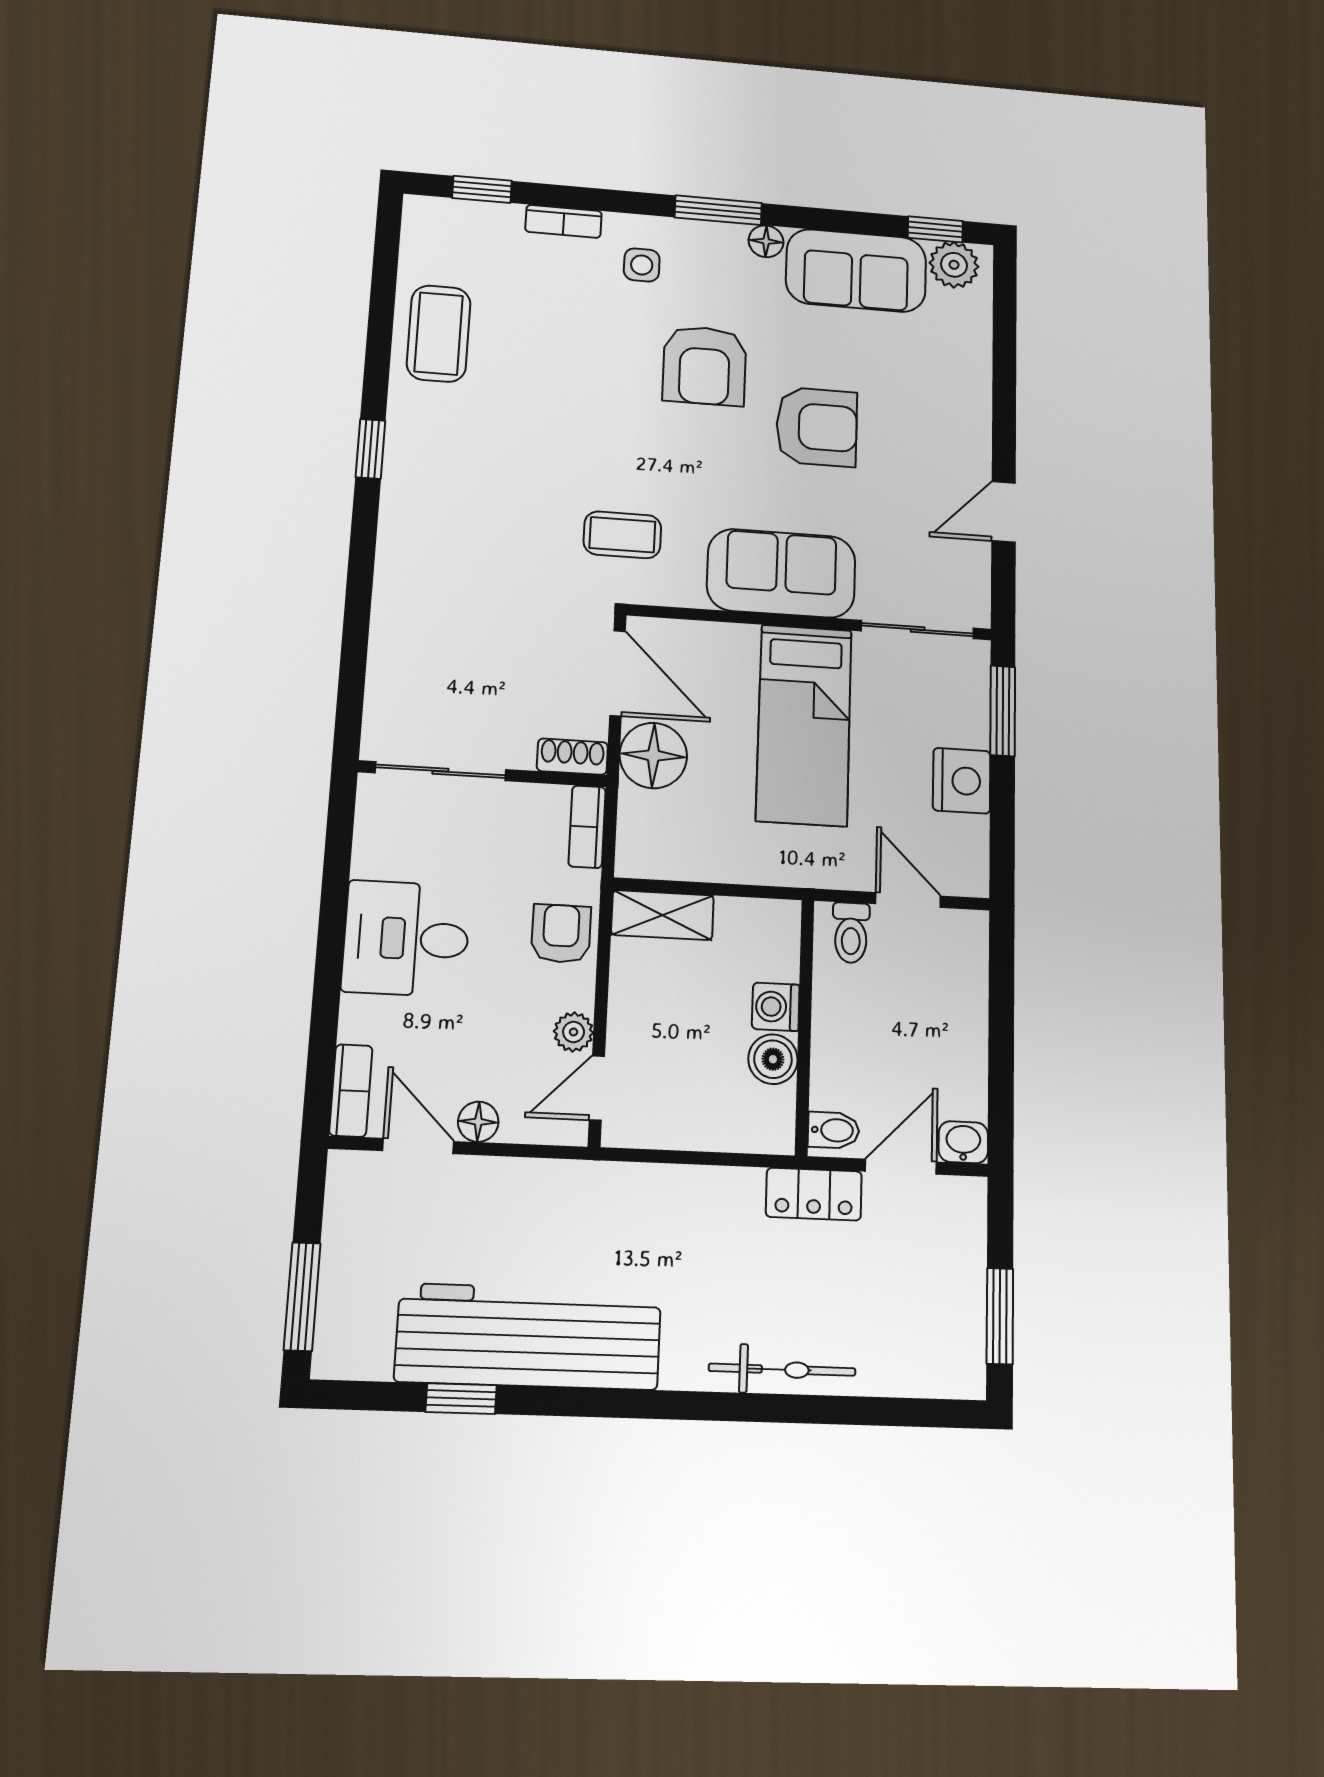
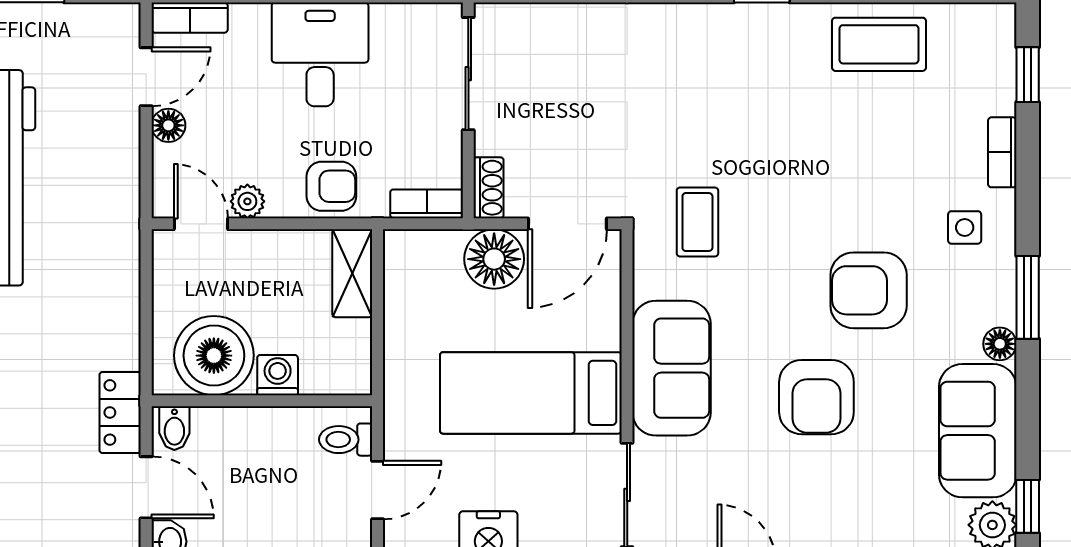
boiler: (773, 1059) -> (214, 356), width x1.86, depth x1.86

